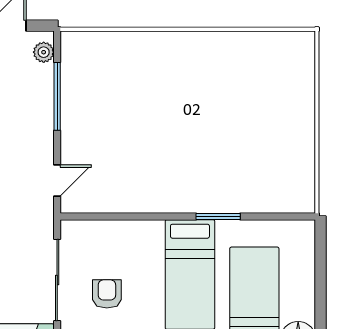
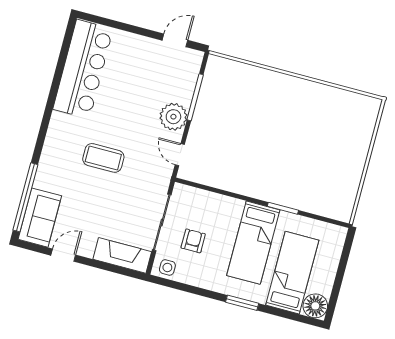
plant: (44, 52) -> (173, 117), moved, width x1.87, depth x1.87
door: (57, 181) -> (180, 155), swing flipped

